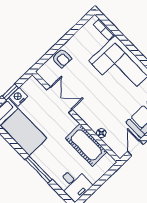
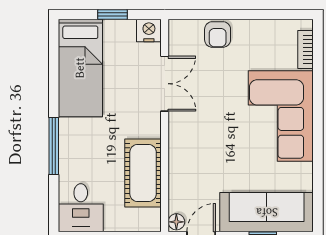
nightstand: (18, 97) -> (149, 30), moved
floor lamp: (101, 133) -> (176, 222), moved

